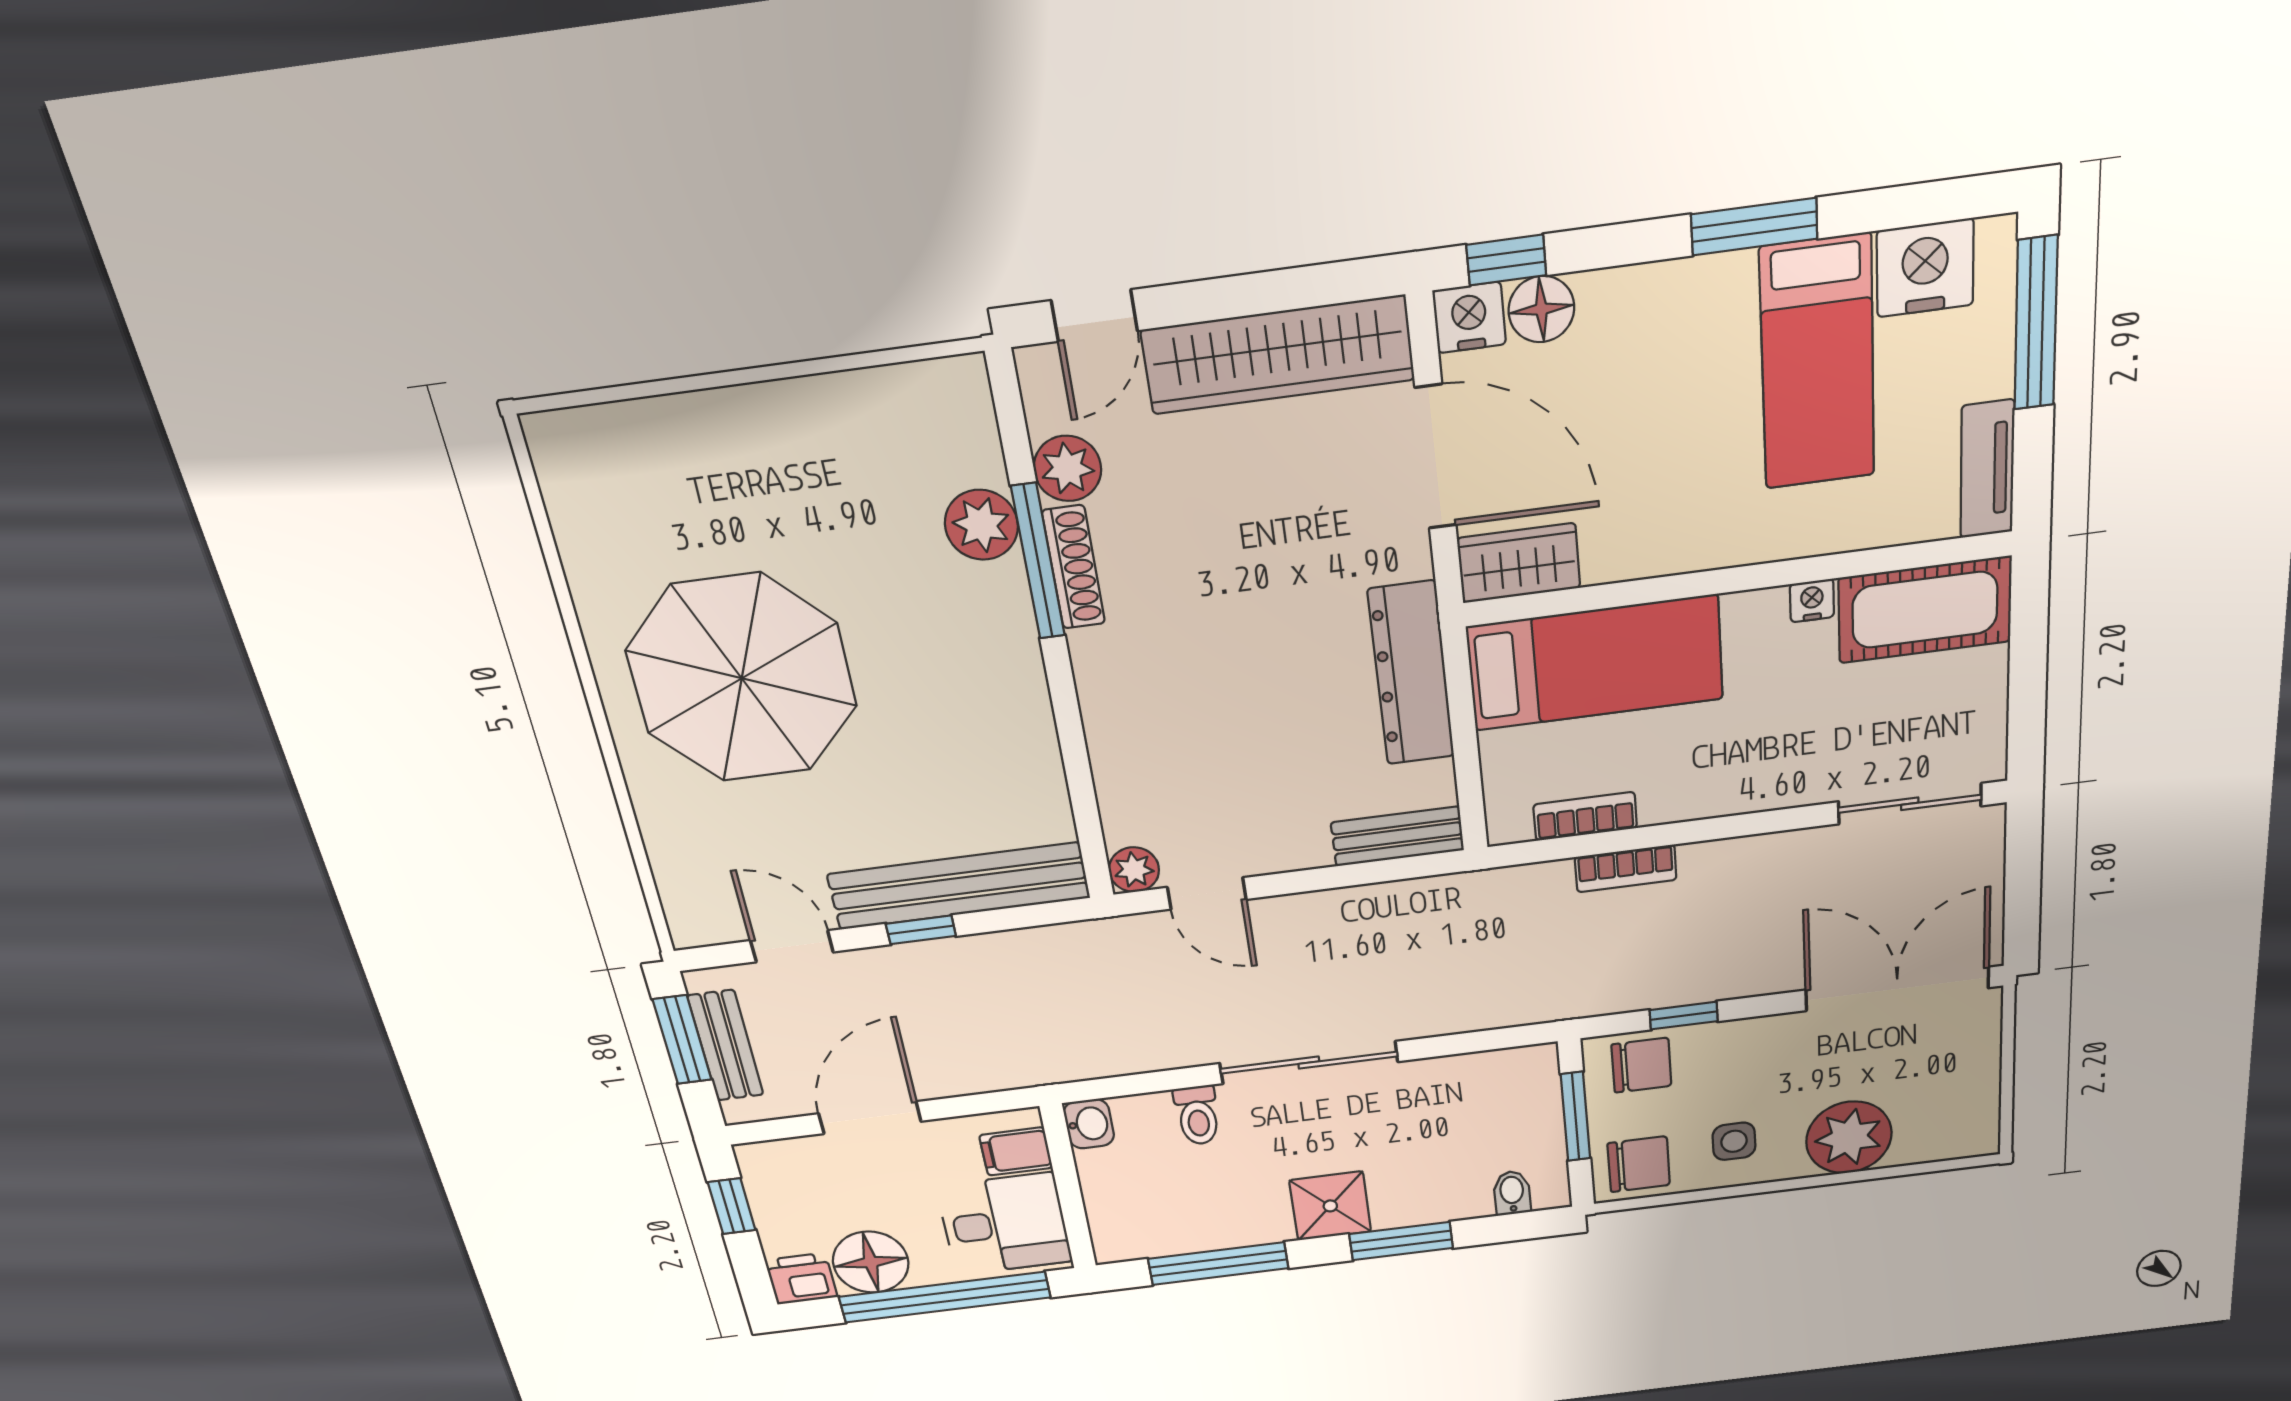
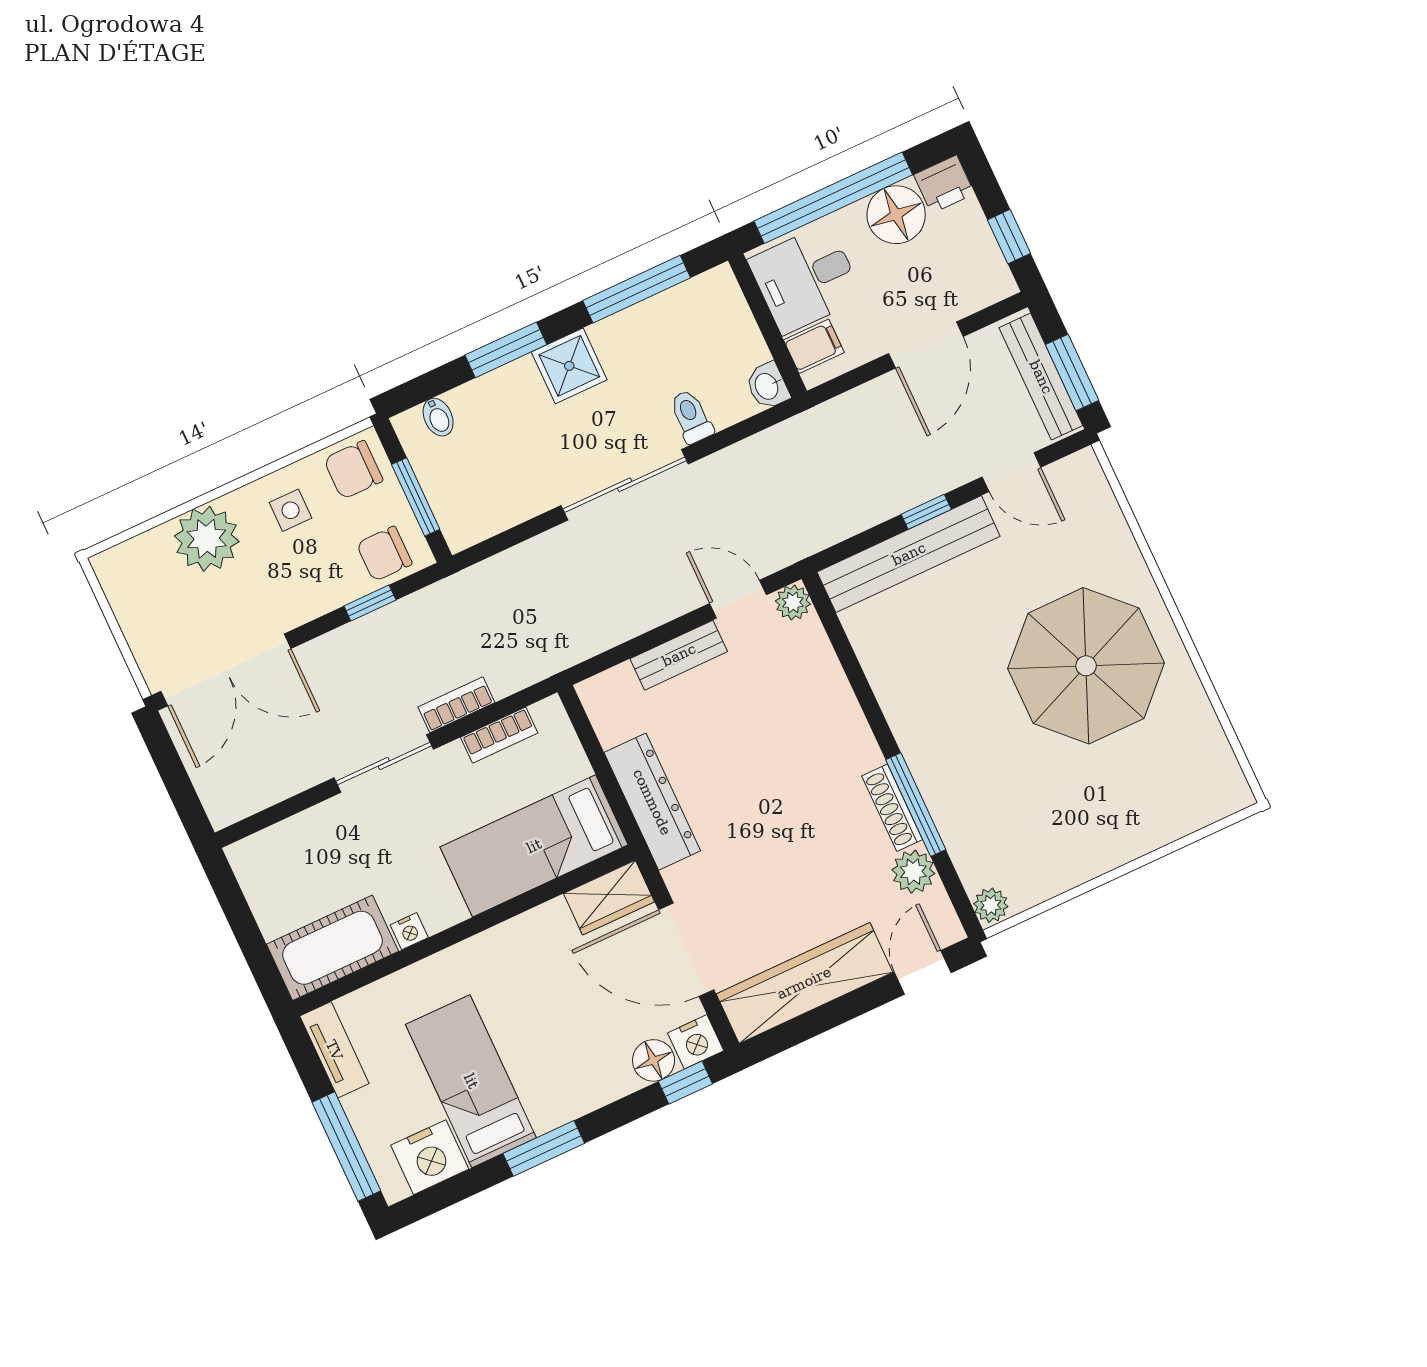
plant: (981, 525) -> (991, 905), moved, width x0.73, depth x0.73
sliding door: (1910, 804) -> (384, 764), moved
bench: (1397, 836) -> (679, 655), moved
bench: (726, 1045) -> (1041, 377), width x1.36

